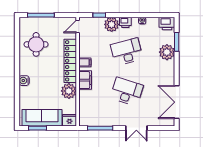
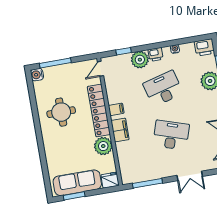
round table: (36, 44) -> (61, 112), moved
water cooler: (24, 81) -> (37, 75), moved

